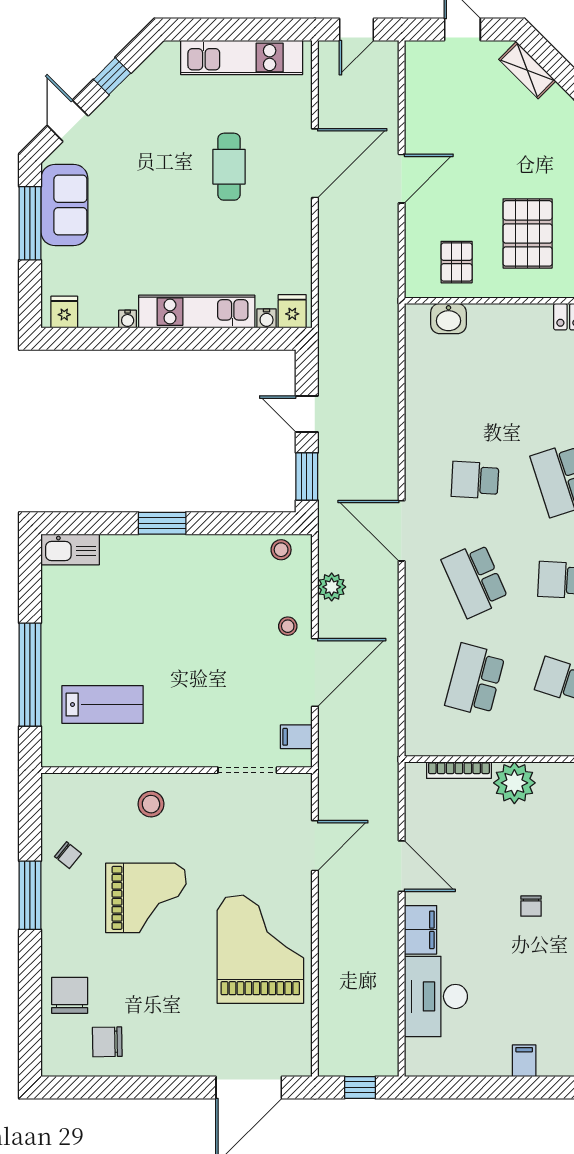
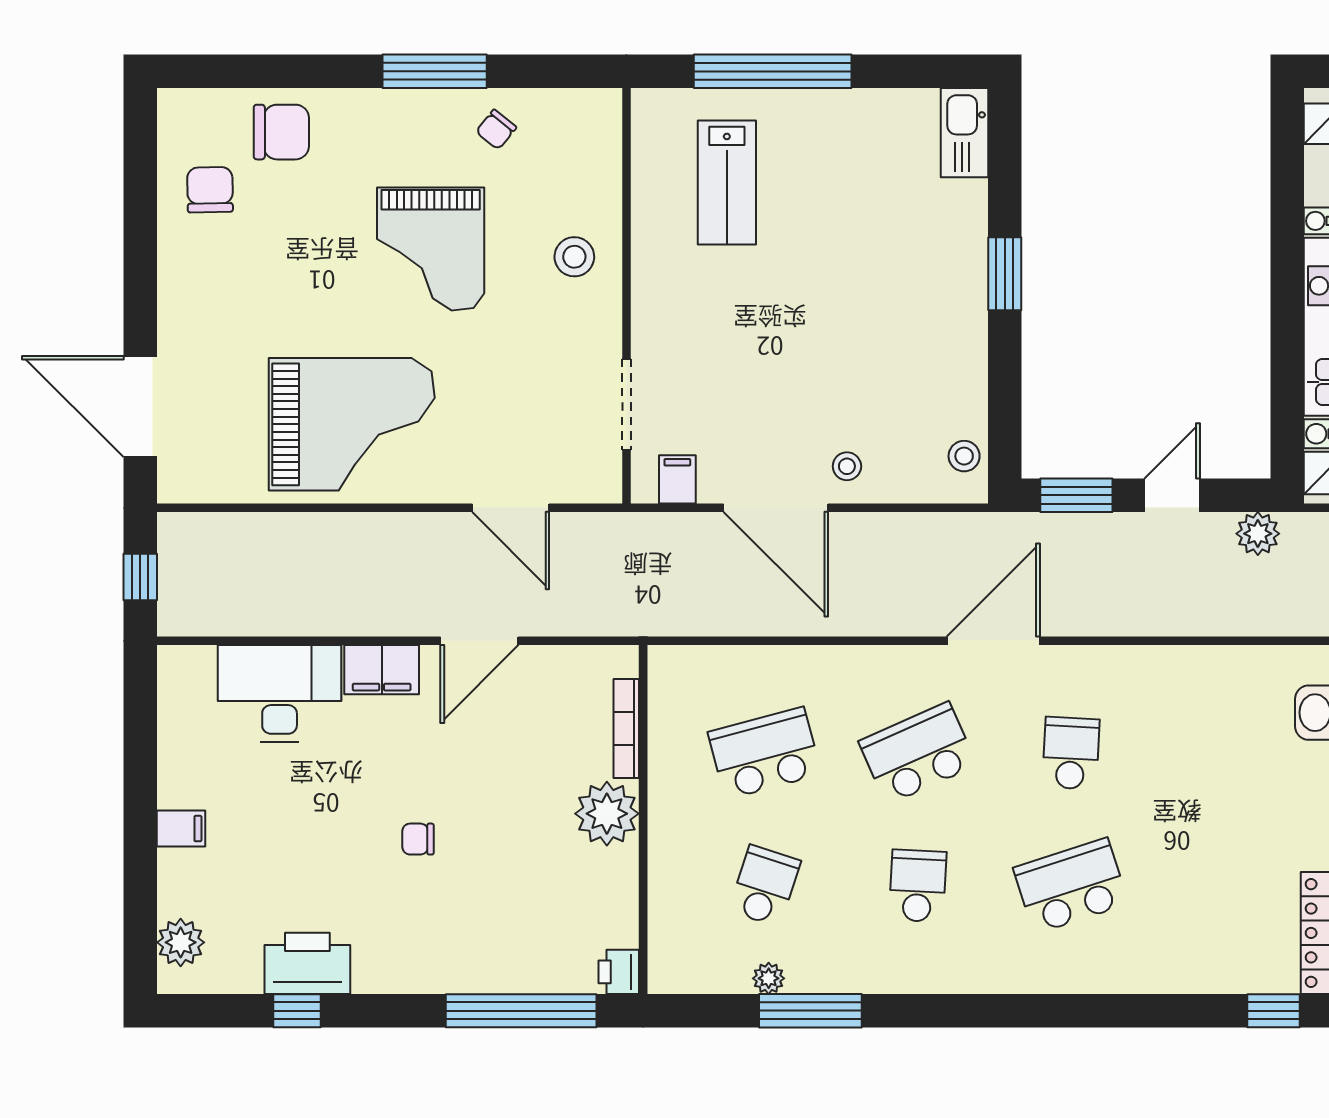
plant: (332, 587) -> (1258, 534), moved
school desk: (475, 680) -> (765, 753), turned -30

